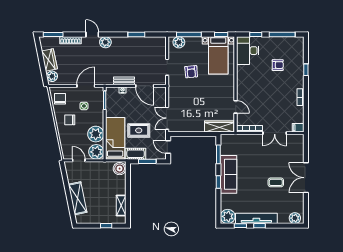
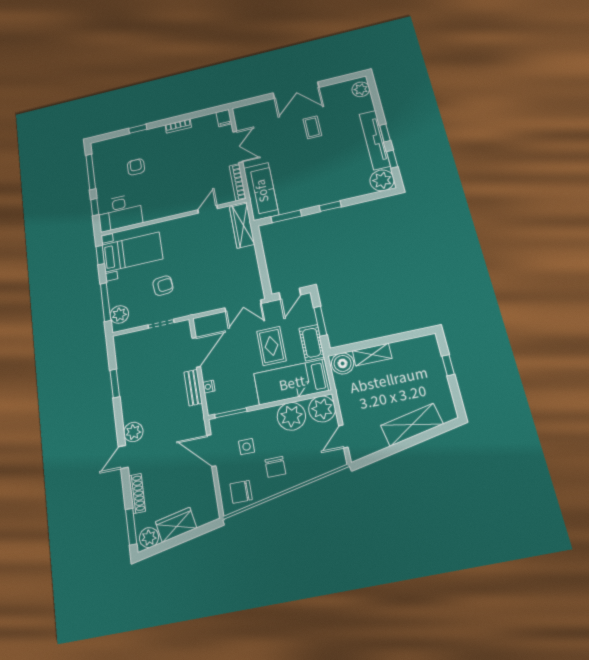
plant: (52, 76) -> (149, 538), moved
sofa: (228, 174) -> (261, 191), moved, turned 90
shelving: (121, 205) -> (372, 354), moved

